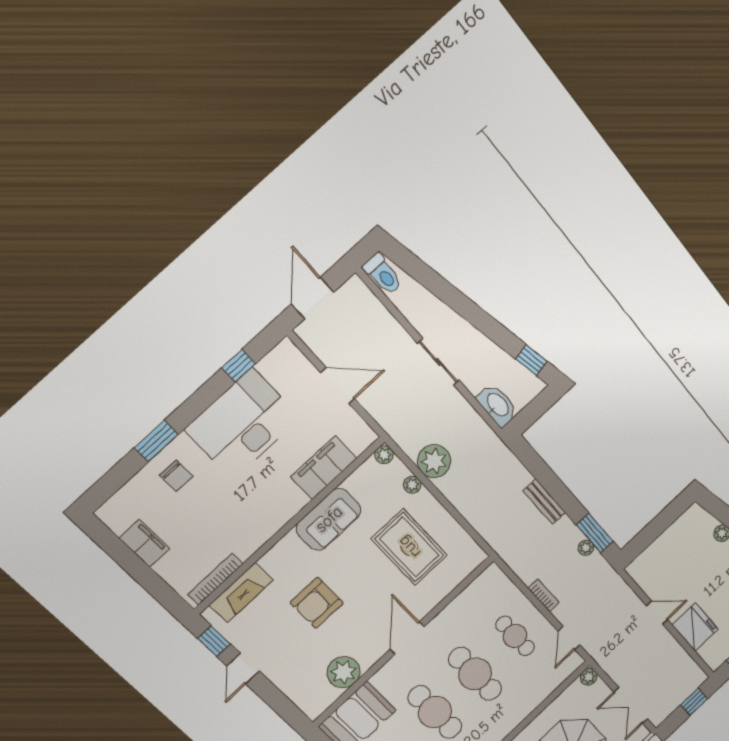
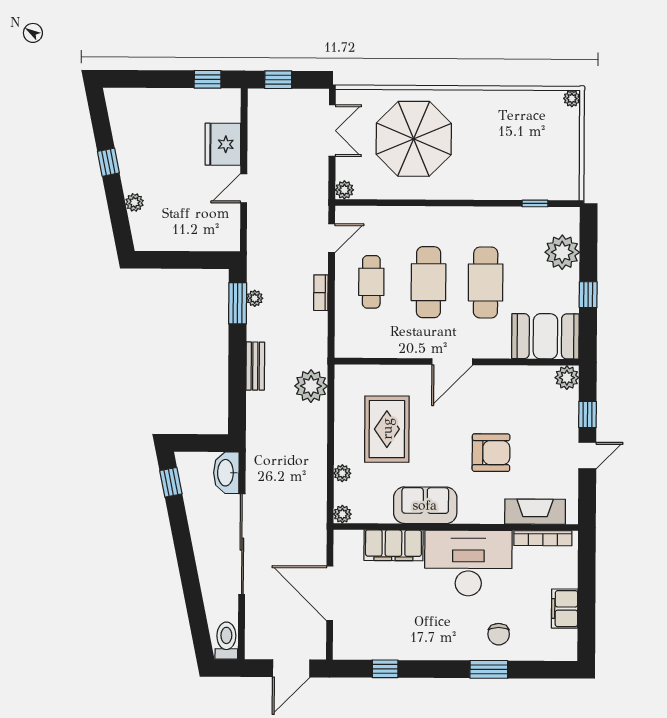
sliding door: (438, 362) -> (242, 544), width x1.86
door: (338, 386) -> (330, 593), width x1.36
desk: (243, 424) -> (468, 563), moved, turned 180
plant: (434, 461) -> (311, 386), moved
chair: (176, 476) -> (499, 634), turned 180
door: (657, 613) -> (244, 188), hinge flipped
window: (214, 641) -> (587, 414), moved
plant: (344, 672) -> (567, 378), moved, width x0.73, depth x0.73

